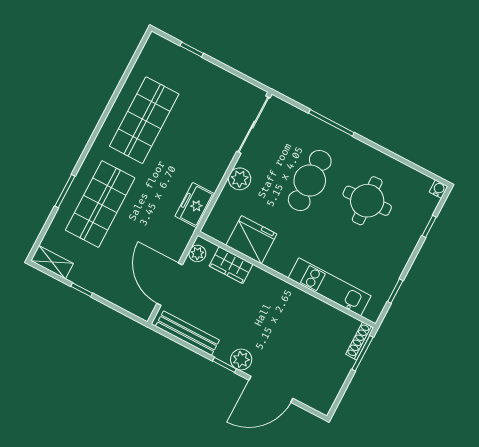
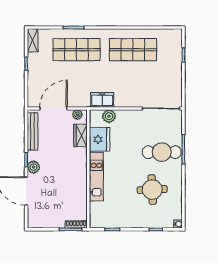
plant: (240, 179) -> (109, 116), moved
cafe table: (310, 181) -> (162, 152), moved
kitchen unit: (330, 287) -> (96, 177), moved

